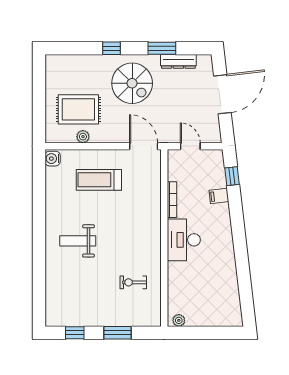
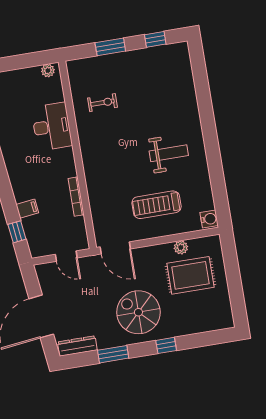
dresser: (178, 61) -> (77, 346), moved
treadmill: (99, 180) -> (156, 205), turned 180
desk: (184, 240) -> (52, 127), moved
weight bench: (78, 241) -> (169, 153), moved

